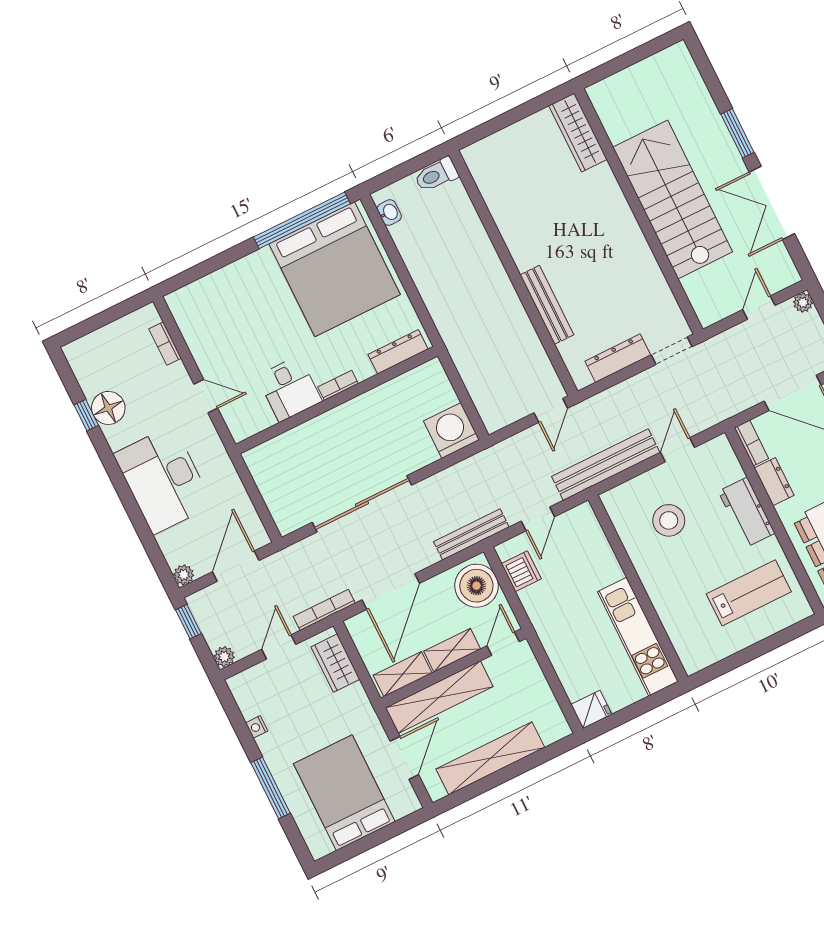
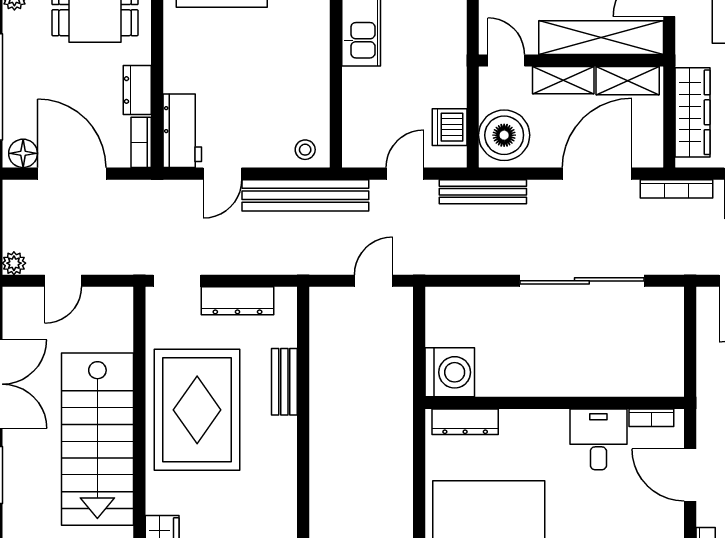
rug: (608, 260) -> (197, 410), added
bench: (547, 305) -> (284, 382), width x0.73
bookcase: (338, 385) -> (651, 418), moved
door: (206, 396) -> (690, 475), width x1.38
door: (551, 410) -> (374, 281), moved
washing machine: (452, 430) -> (450, 372), moved, turned -90
workbench: (747, 512) -> (182, 131), moved
stool: (669, 520) -> (305, 150), moved, width x0.53, depth x0.53
door: (503, 644) -> (506, 60), swing flipped
wardrobe: (335, 663) -> (692, 112), width x1.50

